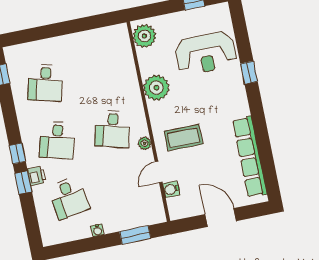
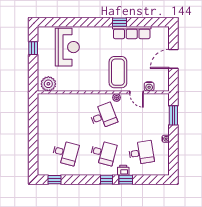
window: (249, 73) -> (120, 22), moved
plant: (156, 88) -> (83, 83), removed
desk: (113, 129) -> (103, 116), turned -36
coffee table: (183, 138) -> (118, 72), width x1.36, depth x1.32
row of seats: (250, 157) -> (132, 33), width x0.73

